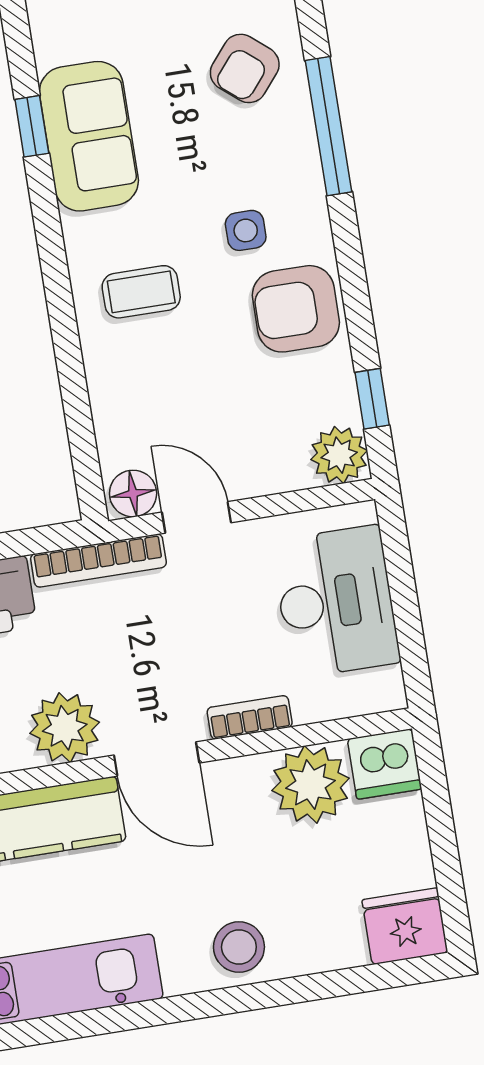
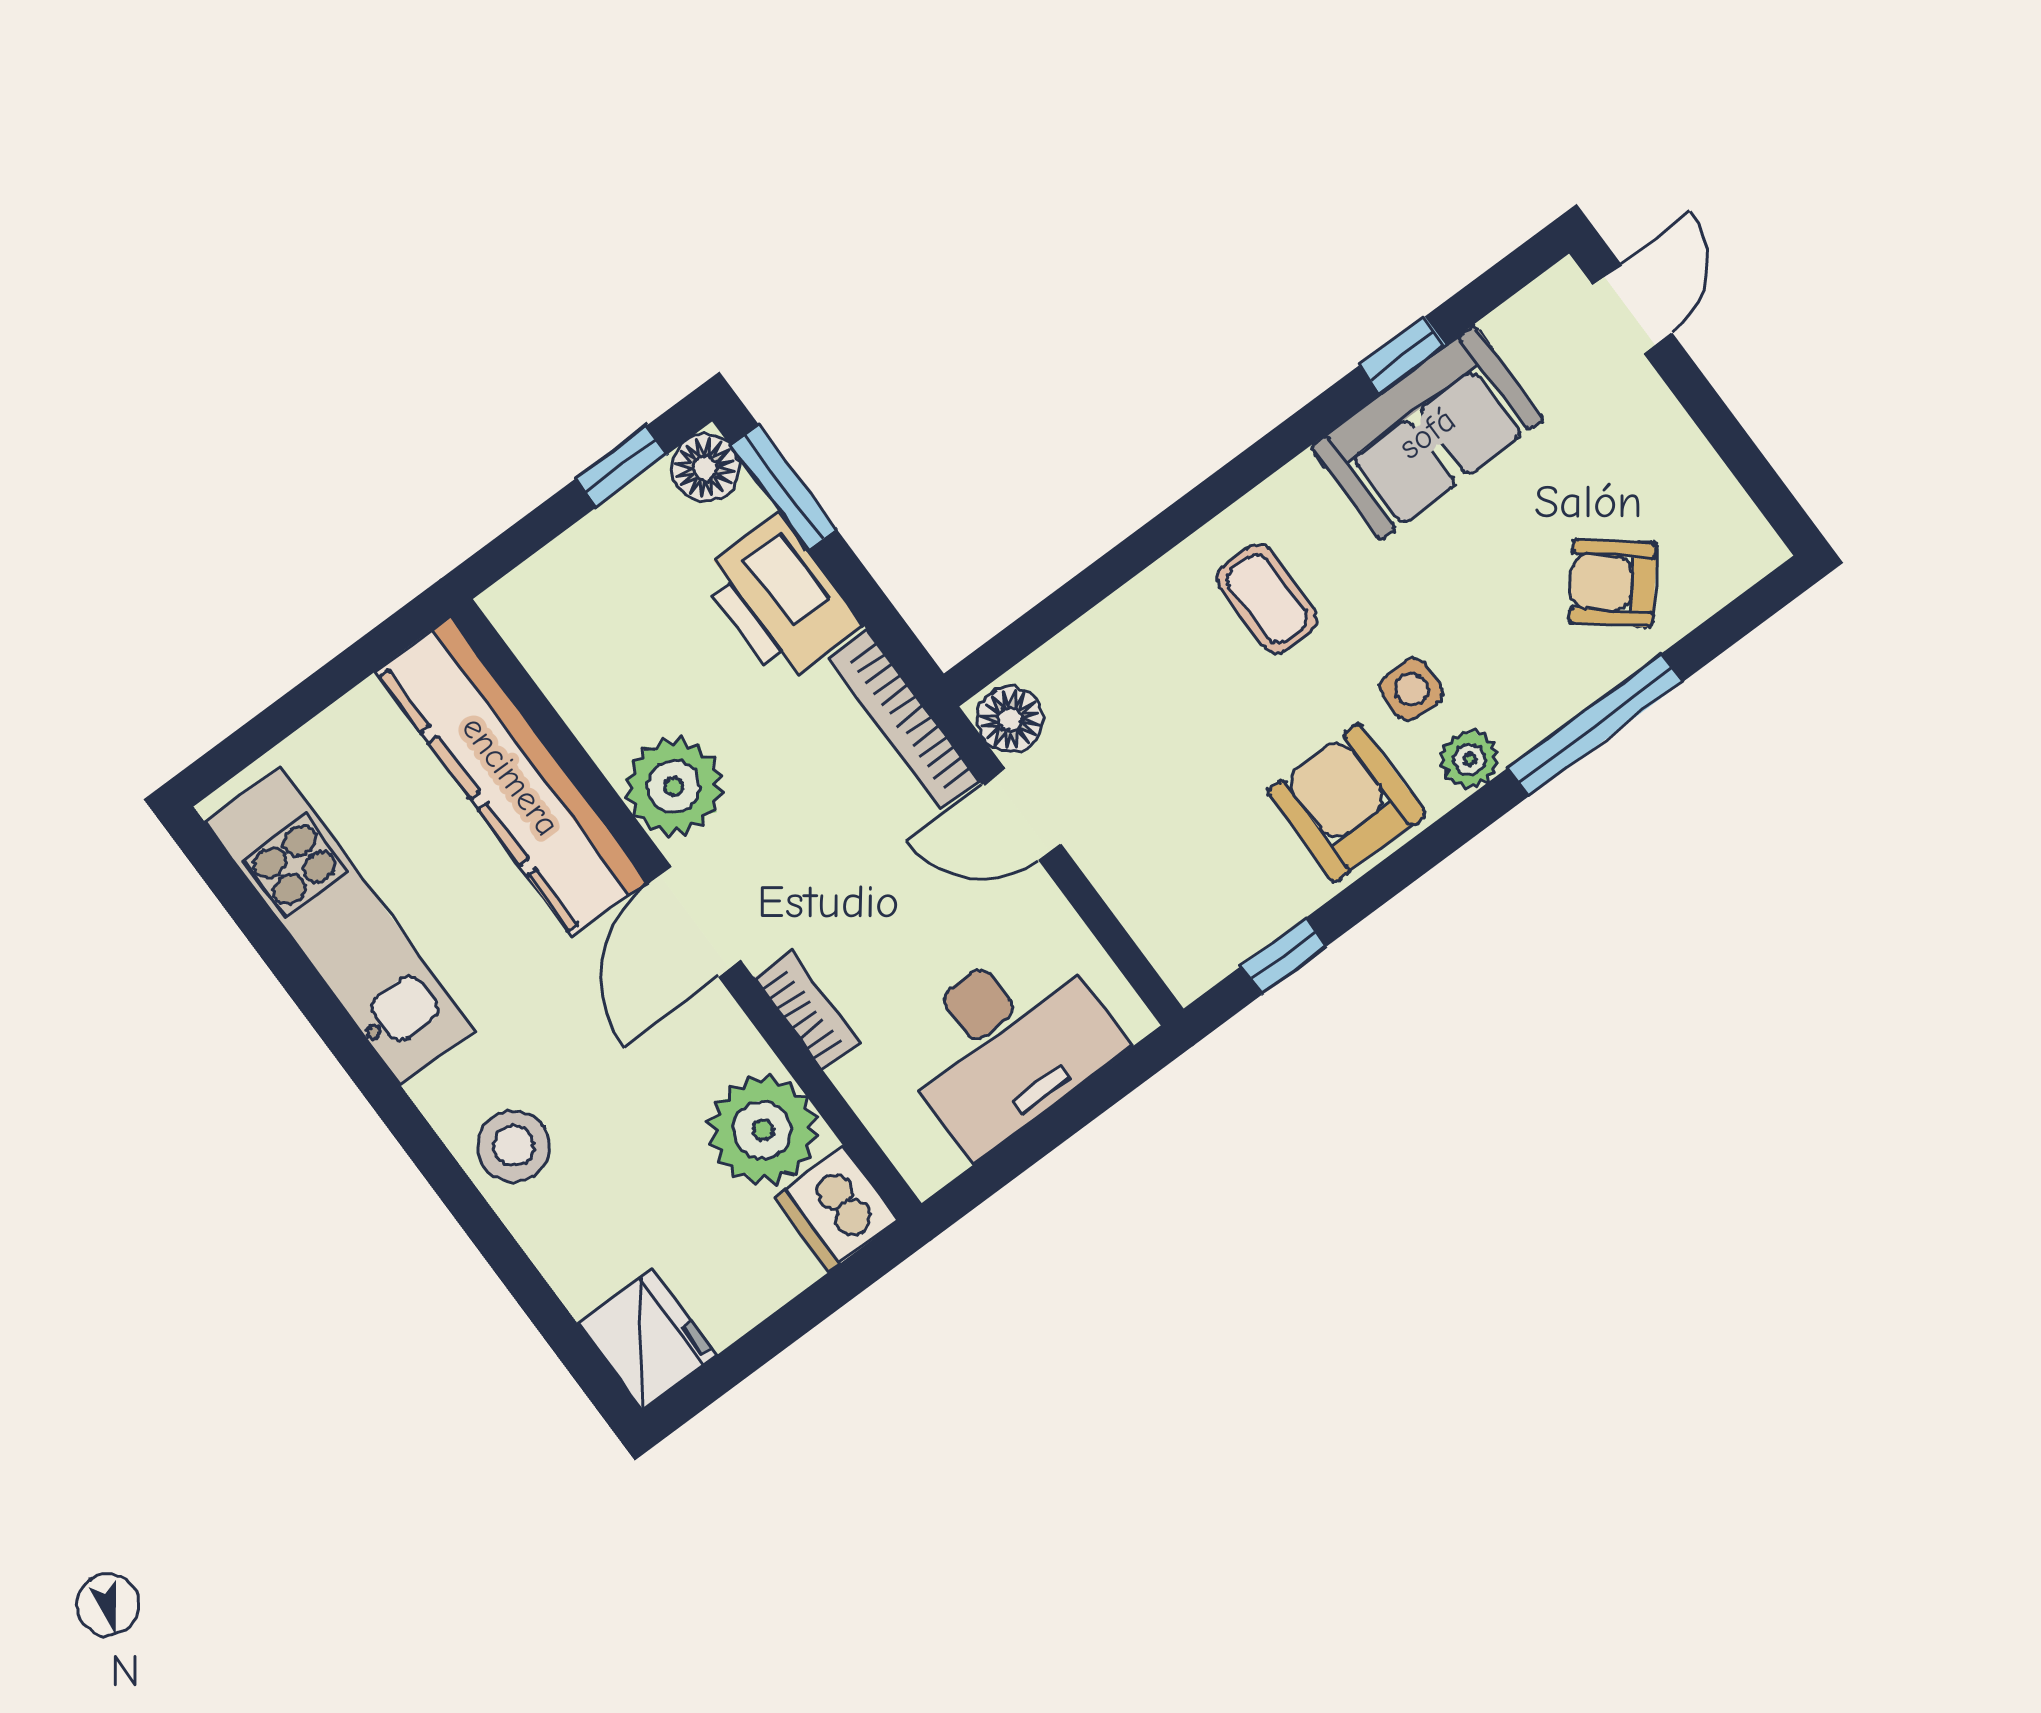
plant: (339, 455) -> (1470, 759), moved, width x0.73, depth x0.73
door: (196, 517) -> (1022, 814), swing flipped

